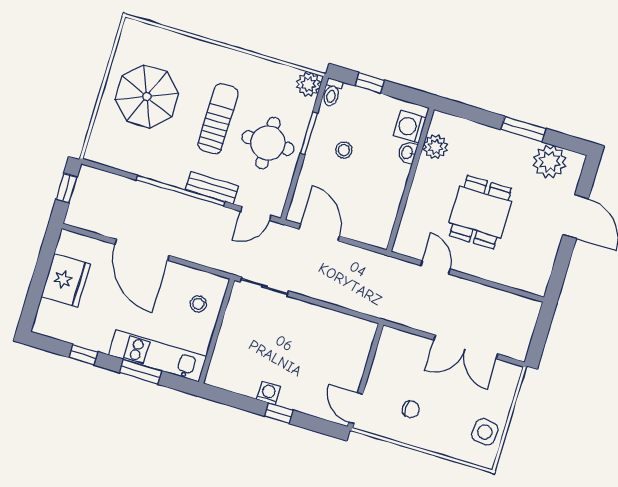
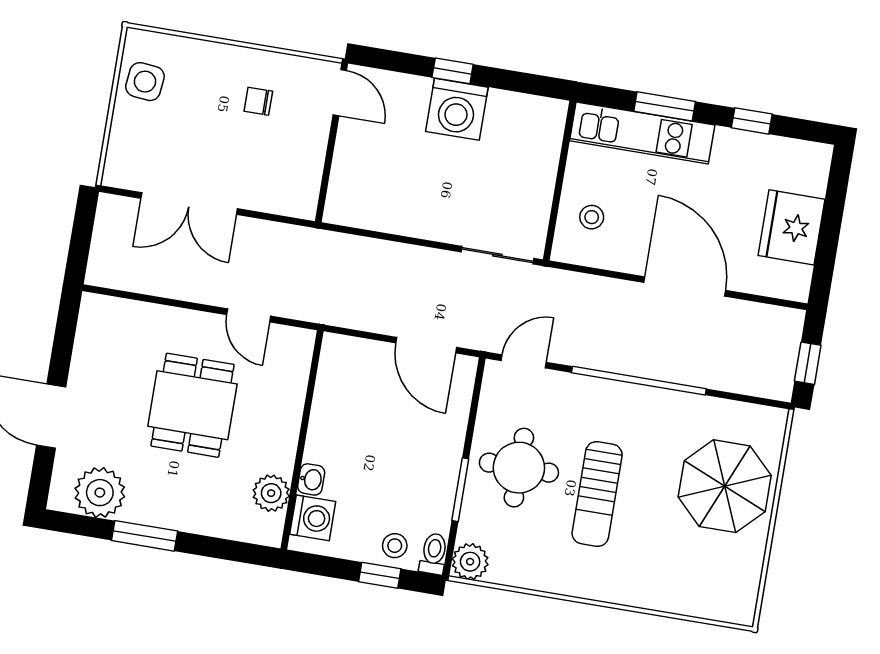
parasol: (147, 96) -> (725, 486), moved
stool: (344, 150) -> (395, 546), moved
bench: (212, 188) -> (593, 391), removed
double door: (466, 347) -> (189, 203), swing flipped
washing machine: (268, 393) -> (457, 109), width x1.89, depth x1.89

